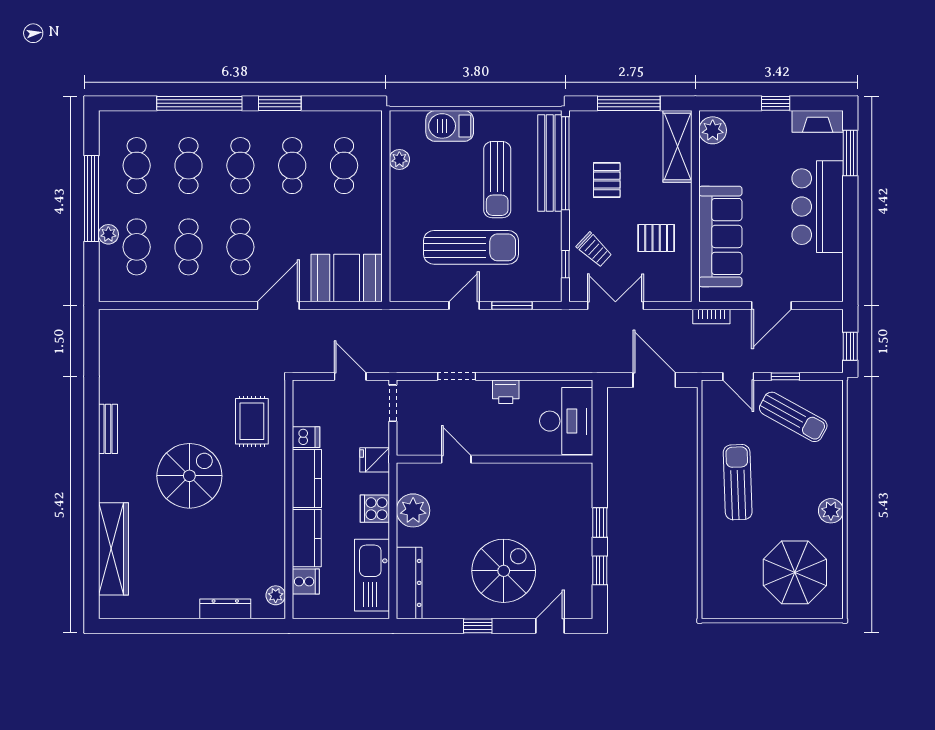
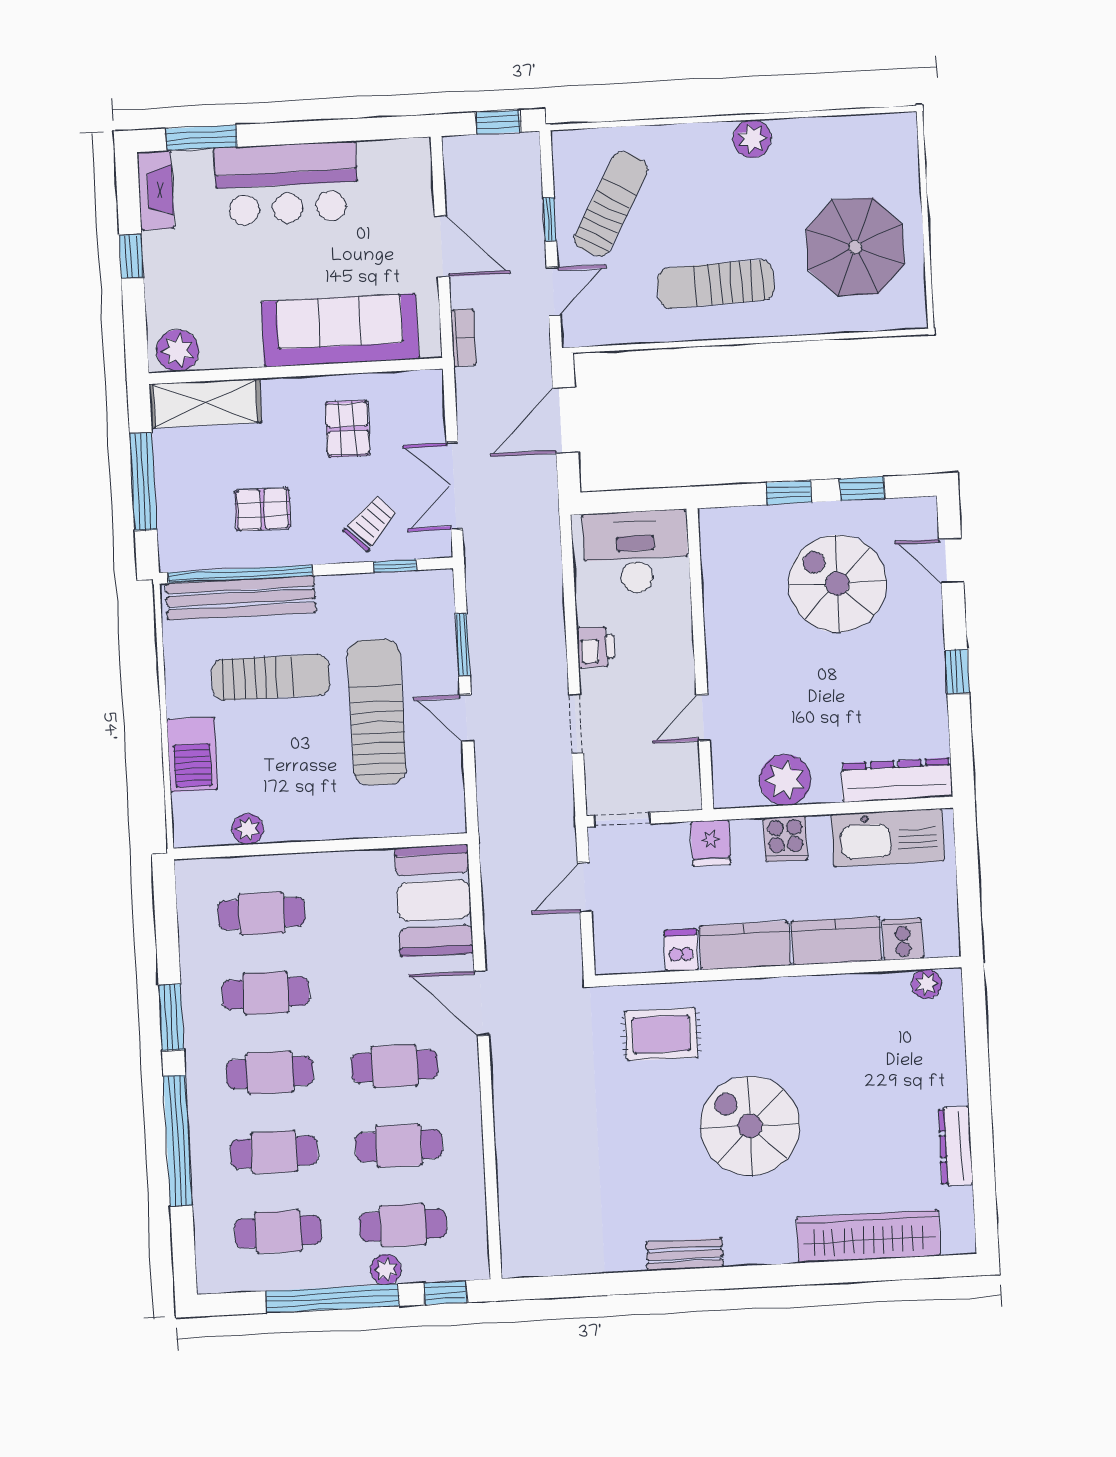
window: (91, 272) -> (445, 1293), added
spiral stairs: (504, 571) -> (838, 584), moved
parasol: (795, 572) -> (855, 247), moved
dresser: (225, 609) -> (956, 1146), moved

